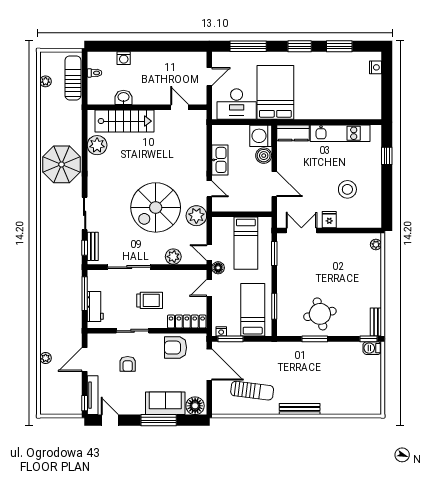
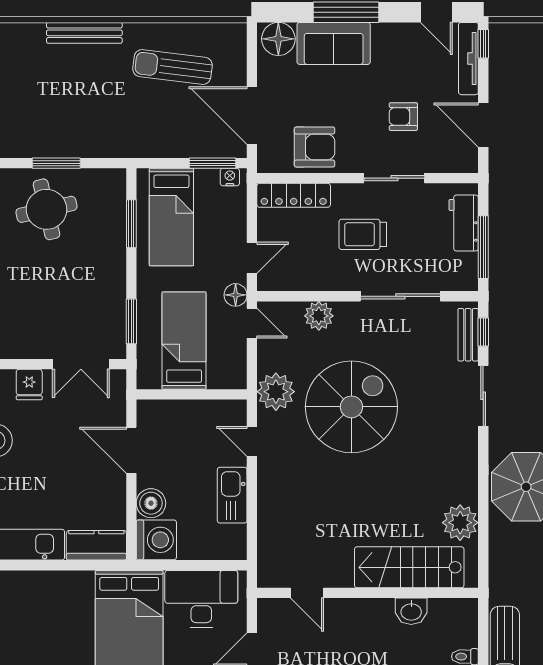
door: (85, 359) -> (483, 125), swing flipped
armchair: (128, 364) -> (403, 117), turned -90

